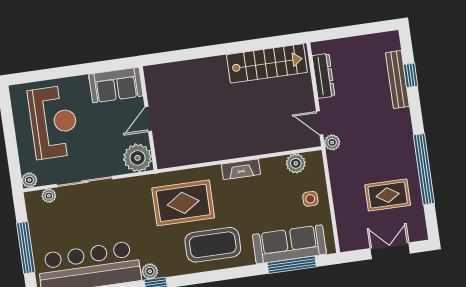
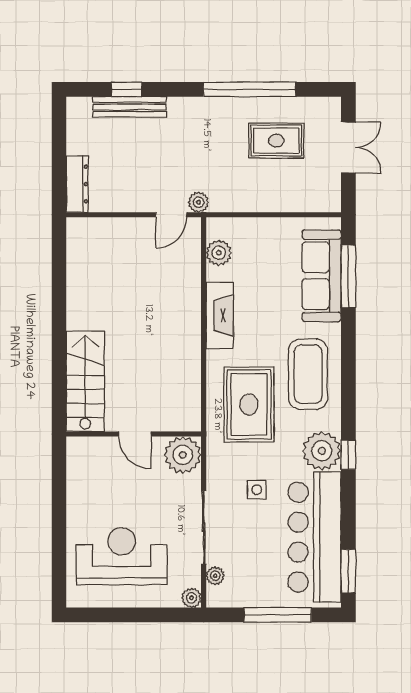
stairs: (267, 63) -> (85, 381), moved
dresser: (323, 76) -> (77, 184), moved, turned 90
sofa: (116, 85) -> (85, 469), removed
fireplace: (241, 169) -> (220, 315), width x1.37, depth x1.32
rug: (388, 195) -> (276, 141), turned 90
side table: (310, 199) -> (257, 490), moved
double door: (390, 251) -> (348, 147), swing flipped
plant: (150, 271) -> (322, 451), width x1.88, depth x1.88

